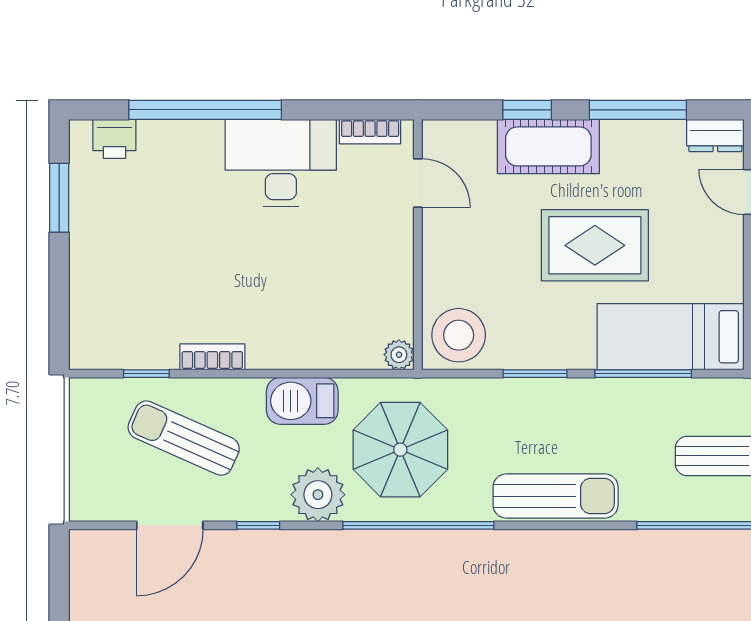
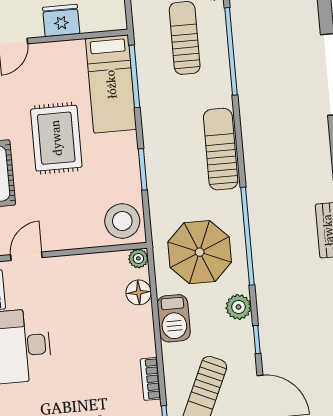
floor lamp: (347, 350) -> (139, 292), added
window: (643, 374) -> (134, 76), moved
plant: (318, 495) -> (239, 307), width x0.73, depth x0.73

